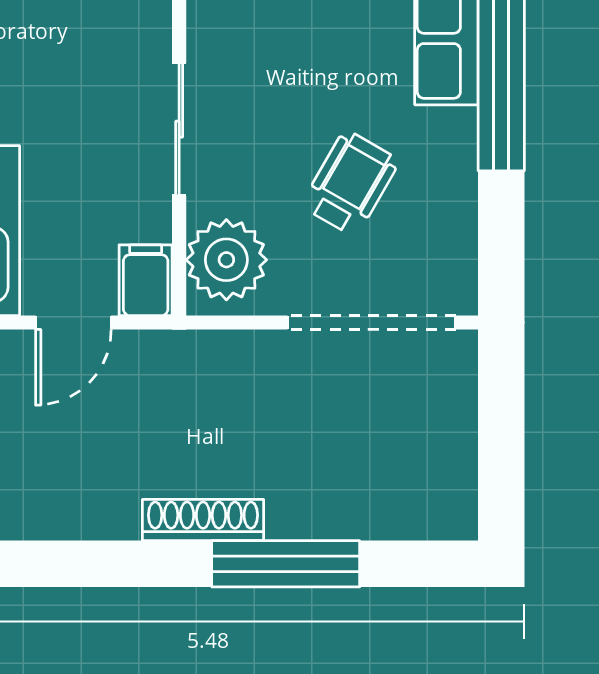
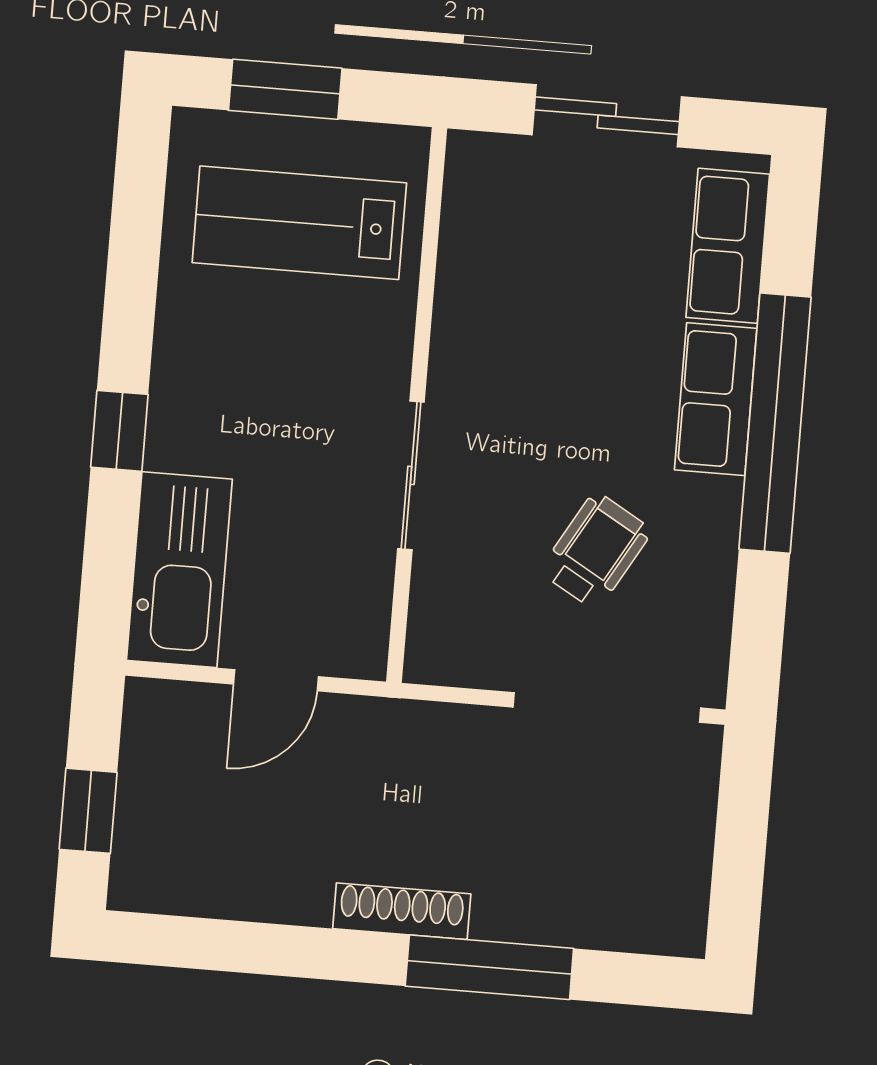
plant: (226, 260) -> (451, 625), removed
filing cabinet: (146, 280) -> (360, 640), removed

